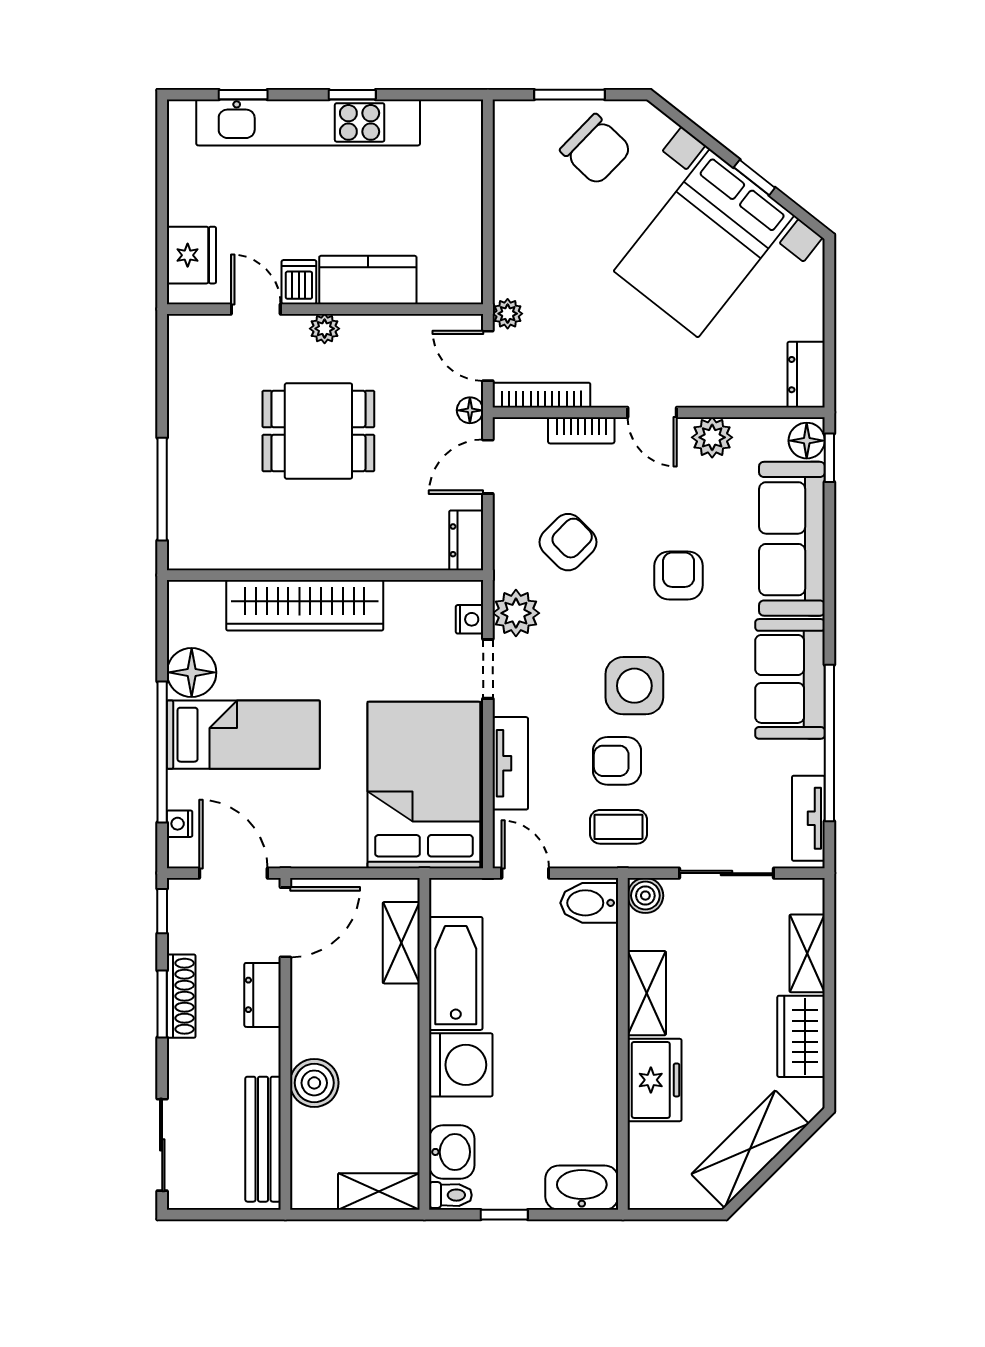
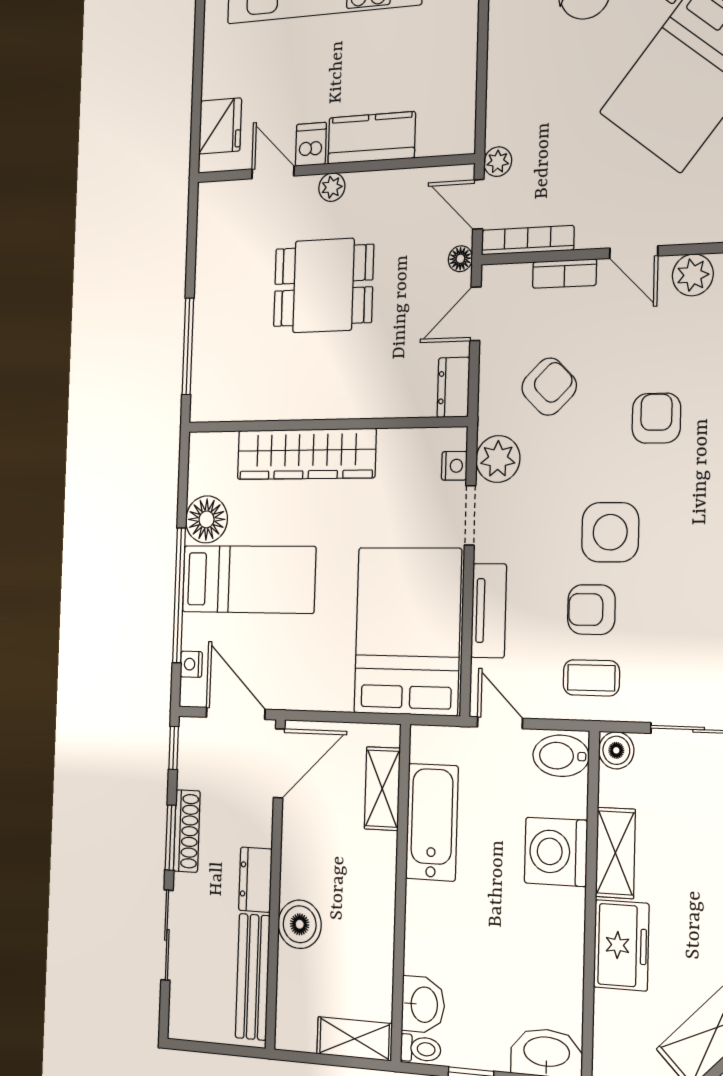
dresser: (262, 995) -> (255, 880), moved
washing machine: (461, 1065) -> (556, 852), moved, turned 180
sliding door: (162, 1145) -> (167, 935), moved

